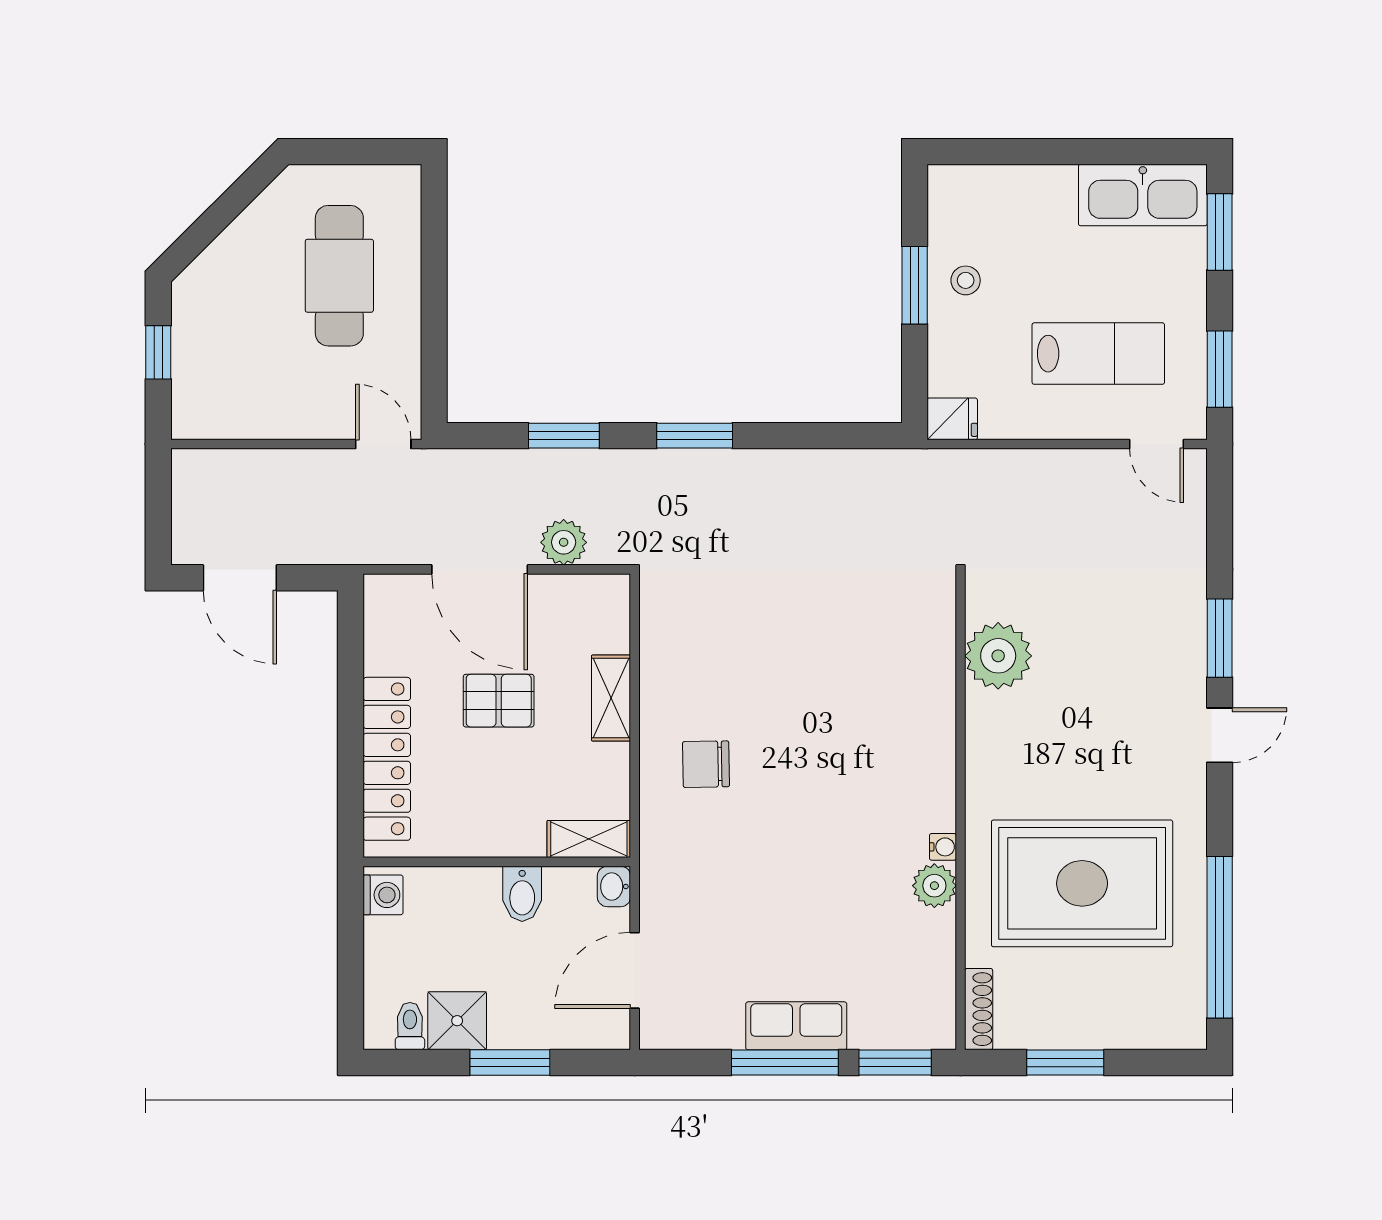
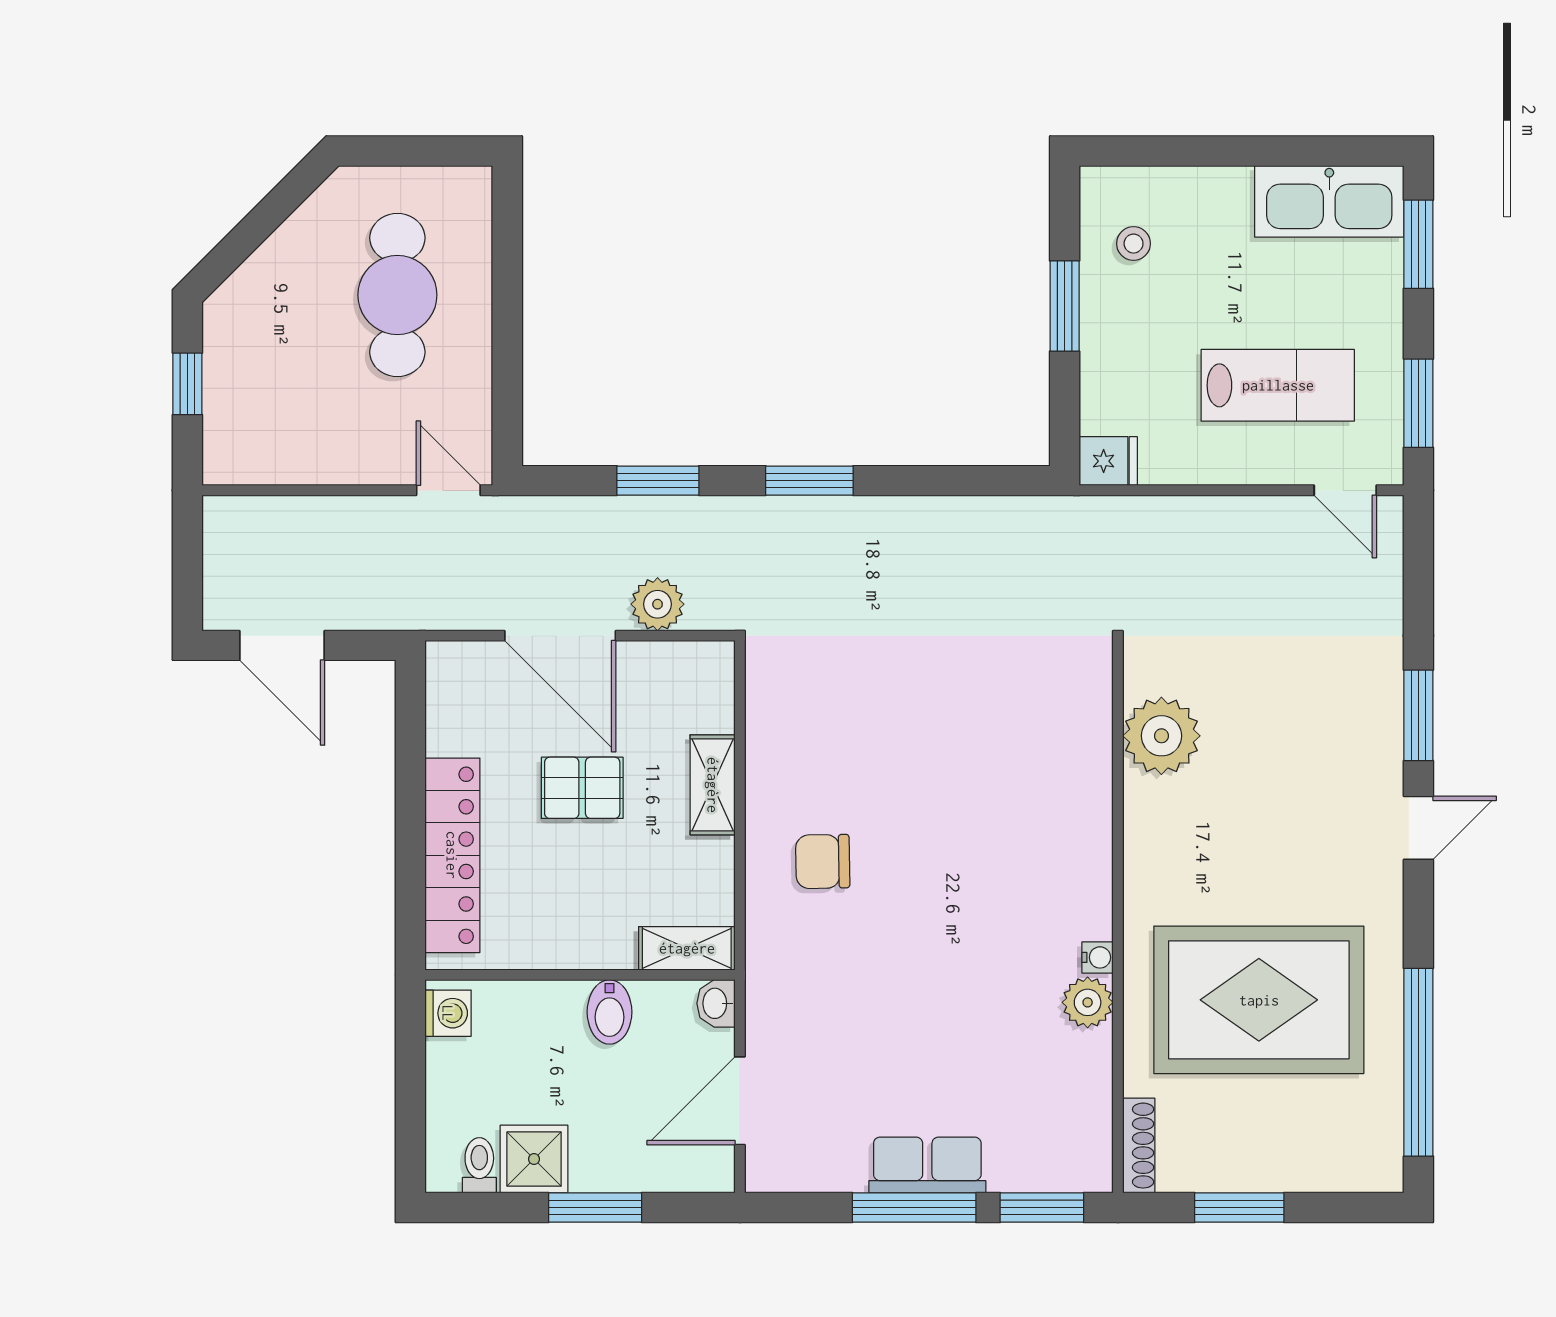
stool: (966, 280) -> (1134, 244), moved

